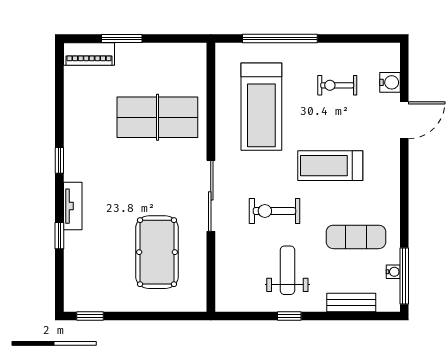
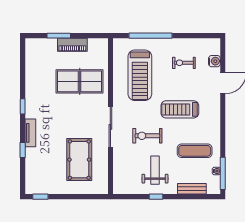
piano: (89, 54) -> (72, 45), moved

